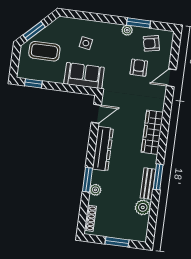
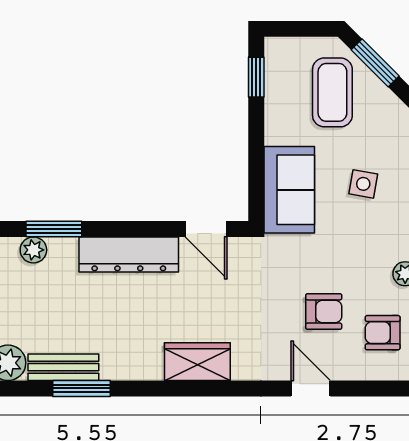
armchair: (151, 43) -> (383, 333), turned -78
wardrobe: (152, 132) -> (197, 362), width x0.67

